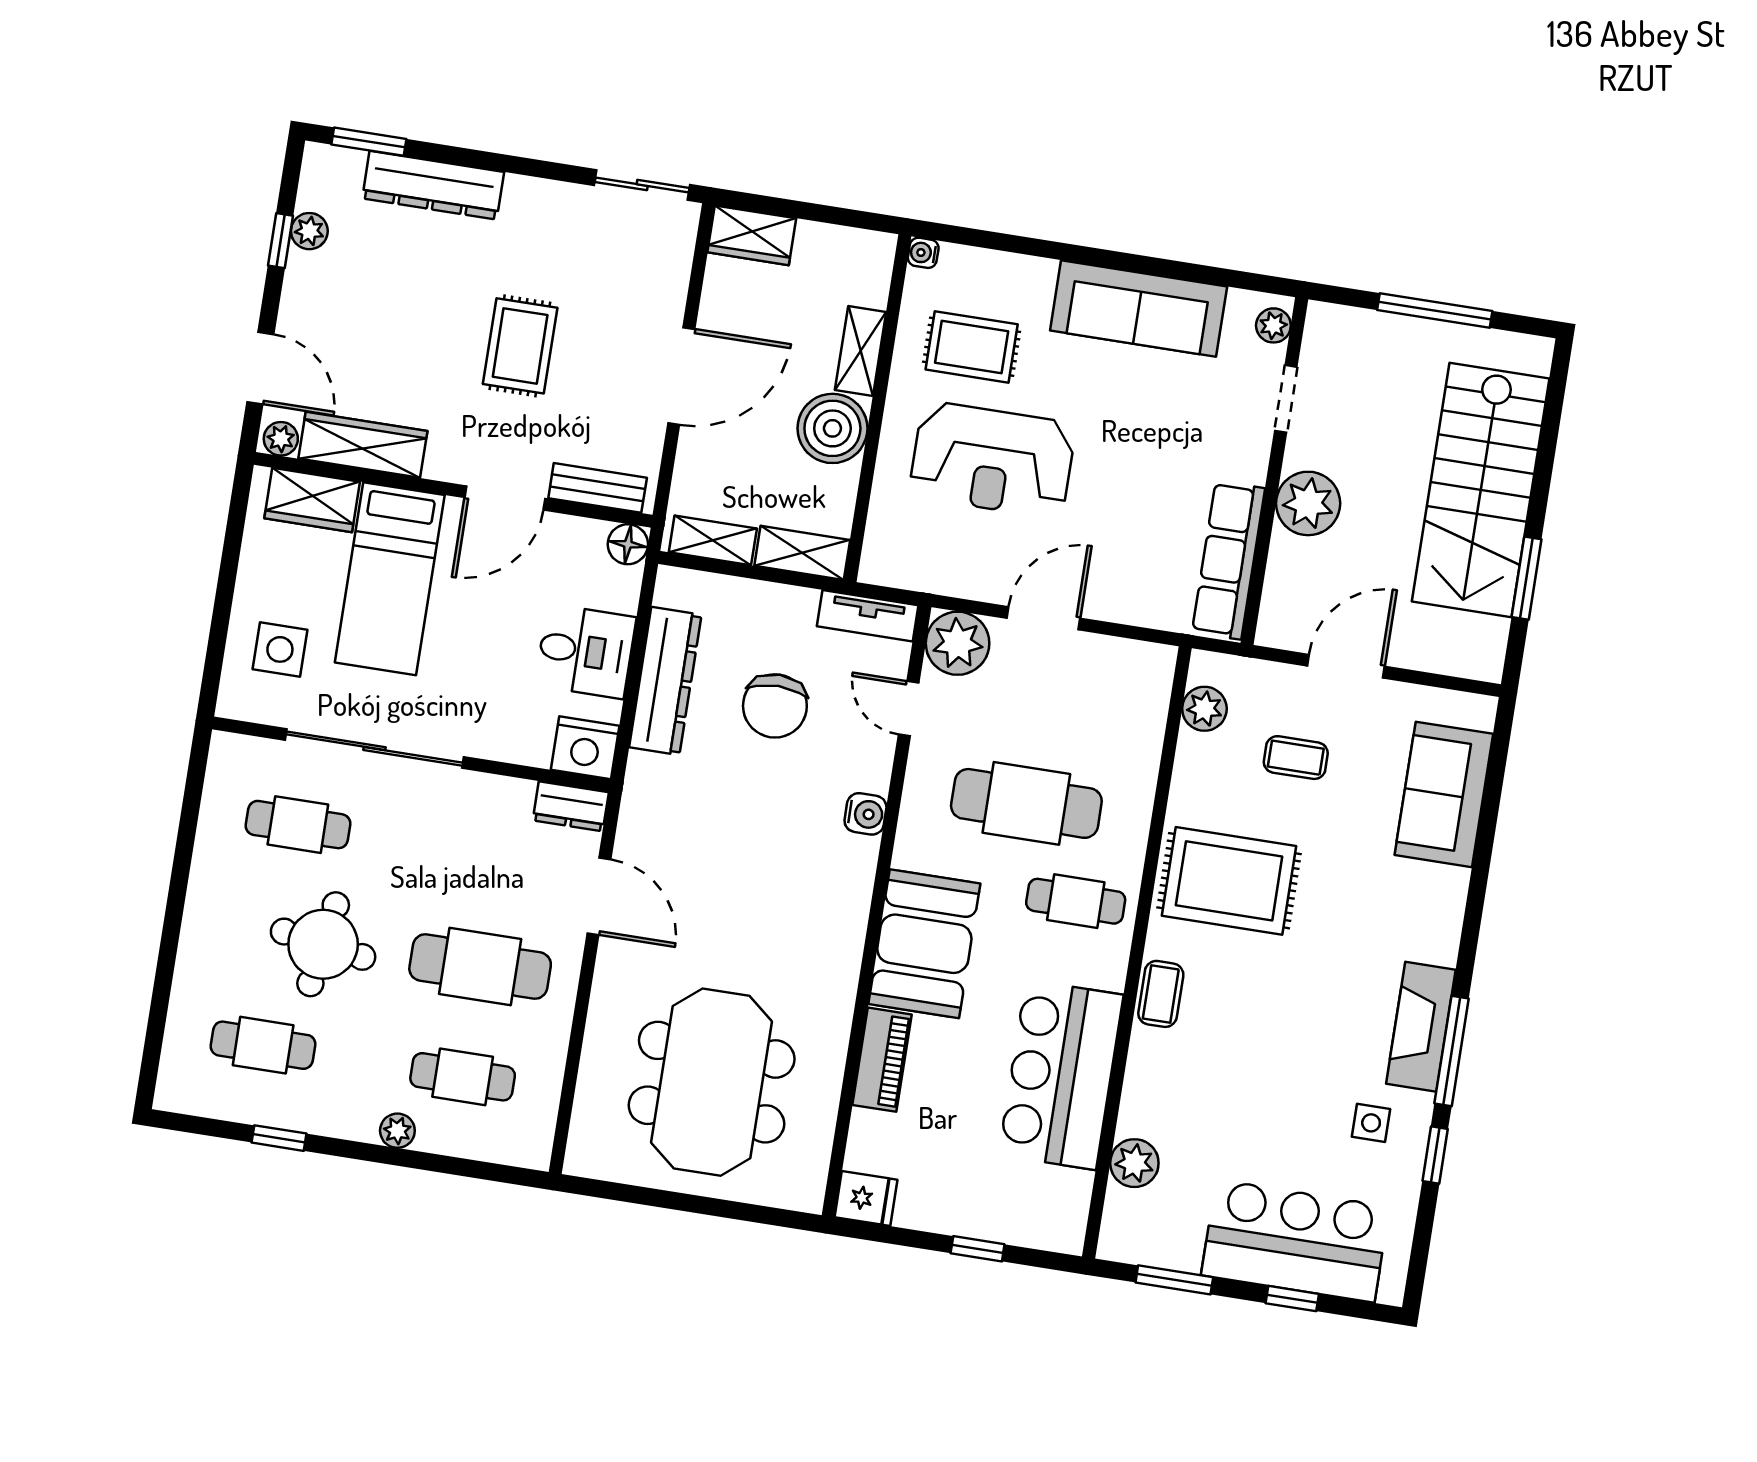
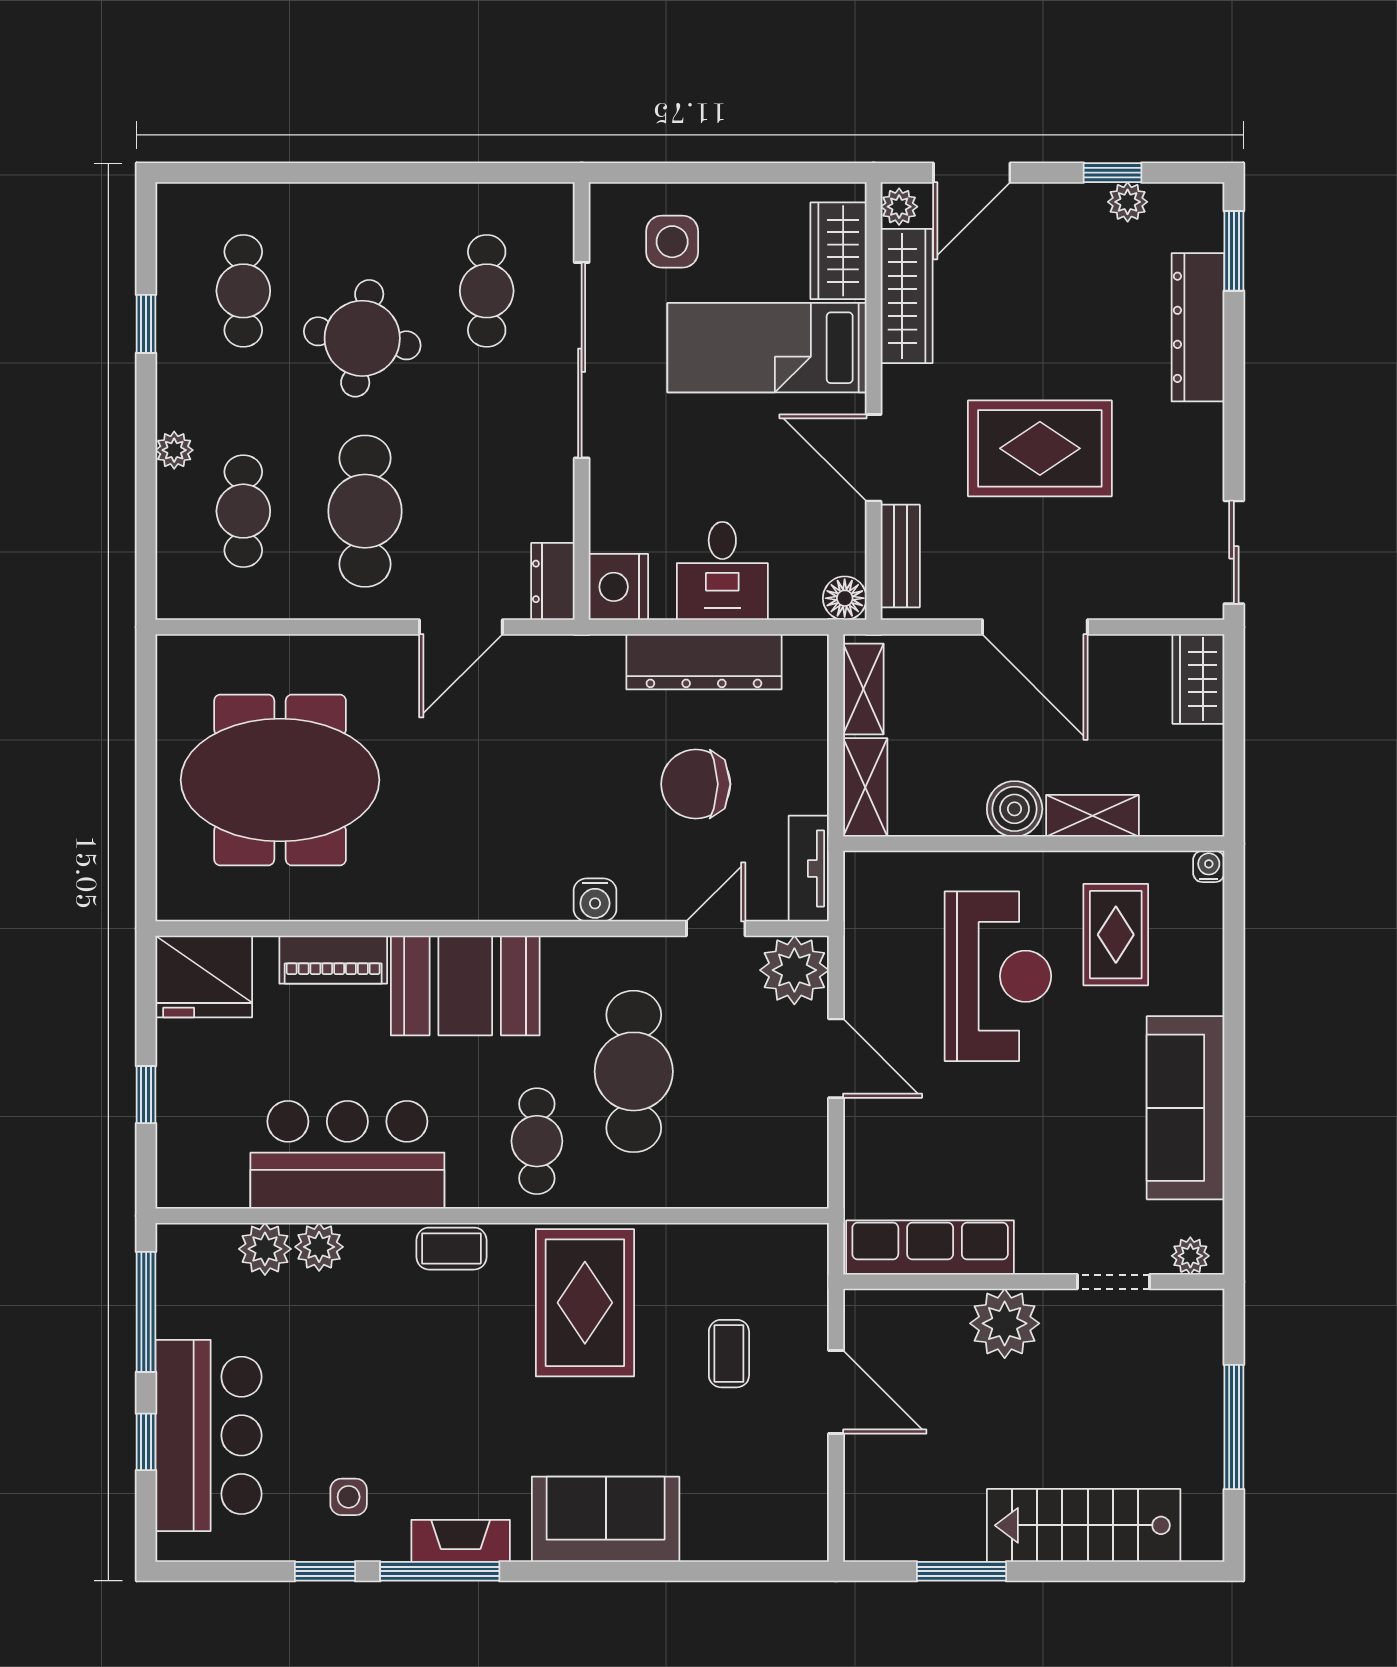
rug: (520, 346) -> (1040, 448), width x1.36, depth x1.43
boiler: (832, 428) -> (1015, 809), width x0.73, depth x0.73
reception desk: (992, 460) -> (998, 976), turned 180
stairs: (1481, 490) -> (1084, 1525), width x0.73, depth x0.66
plant: (1204, 709) -> (319, 1247), moved
sofa: (1444, 794) -> (606, 1519), moved
fireplace: (1421, 1027) -> (461, 1541), width x0.73, depth x0.76
fridge: (866, 1198) -> (204, 976), width x1.88, depth x1.34
window: (1174, 1280) -> (146, 1312), width x1.44

